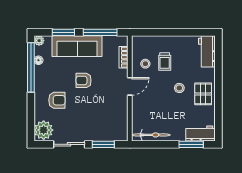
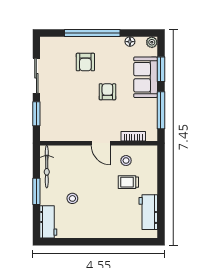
sofa: (77, 46) -> (146, 77), width x0.73
workbench: (207, 51) -> (148, 212), moved, turned -90
window: (31, 67) -> (92, 33), moved
stool: (179, 88) -> (72, 198), moved
pallet: (203, 94) -> (92, 225), removed
plant: (44, 130) -> (52, 47), removed
window: (191, 144) -> (36, 191), moved

